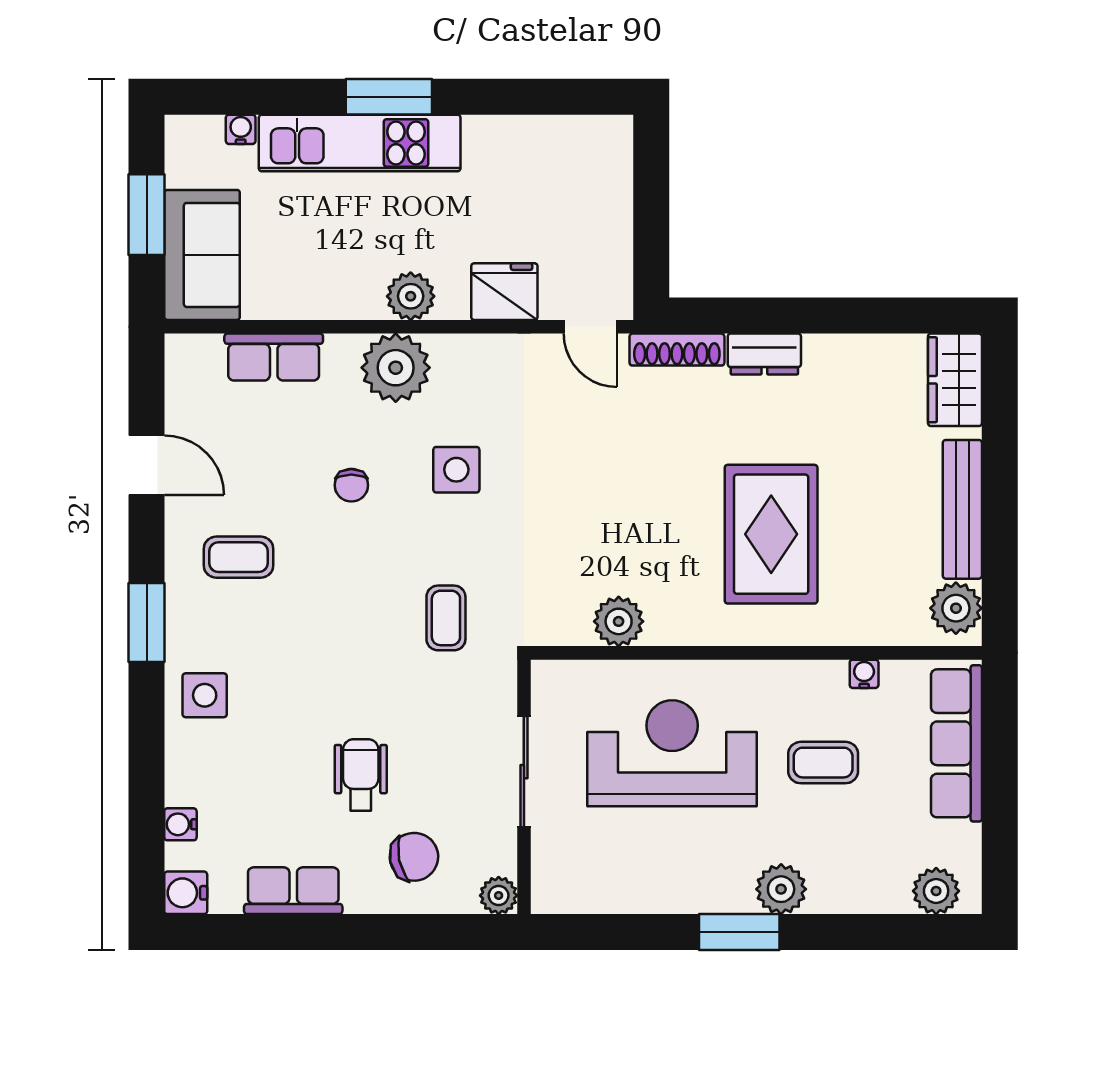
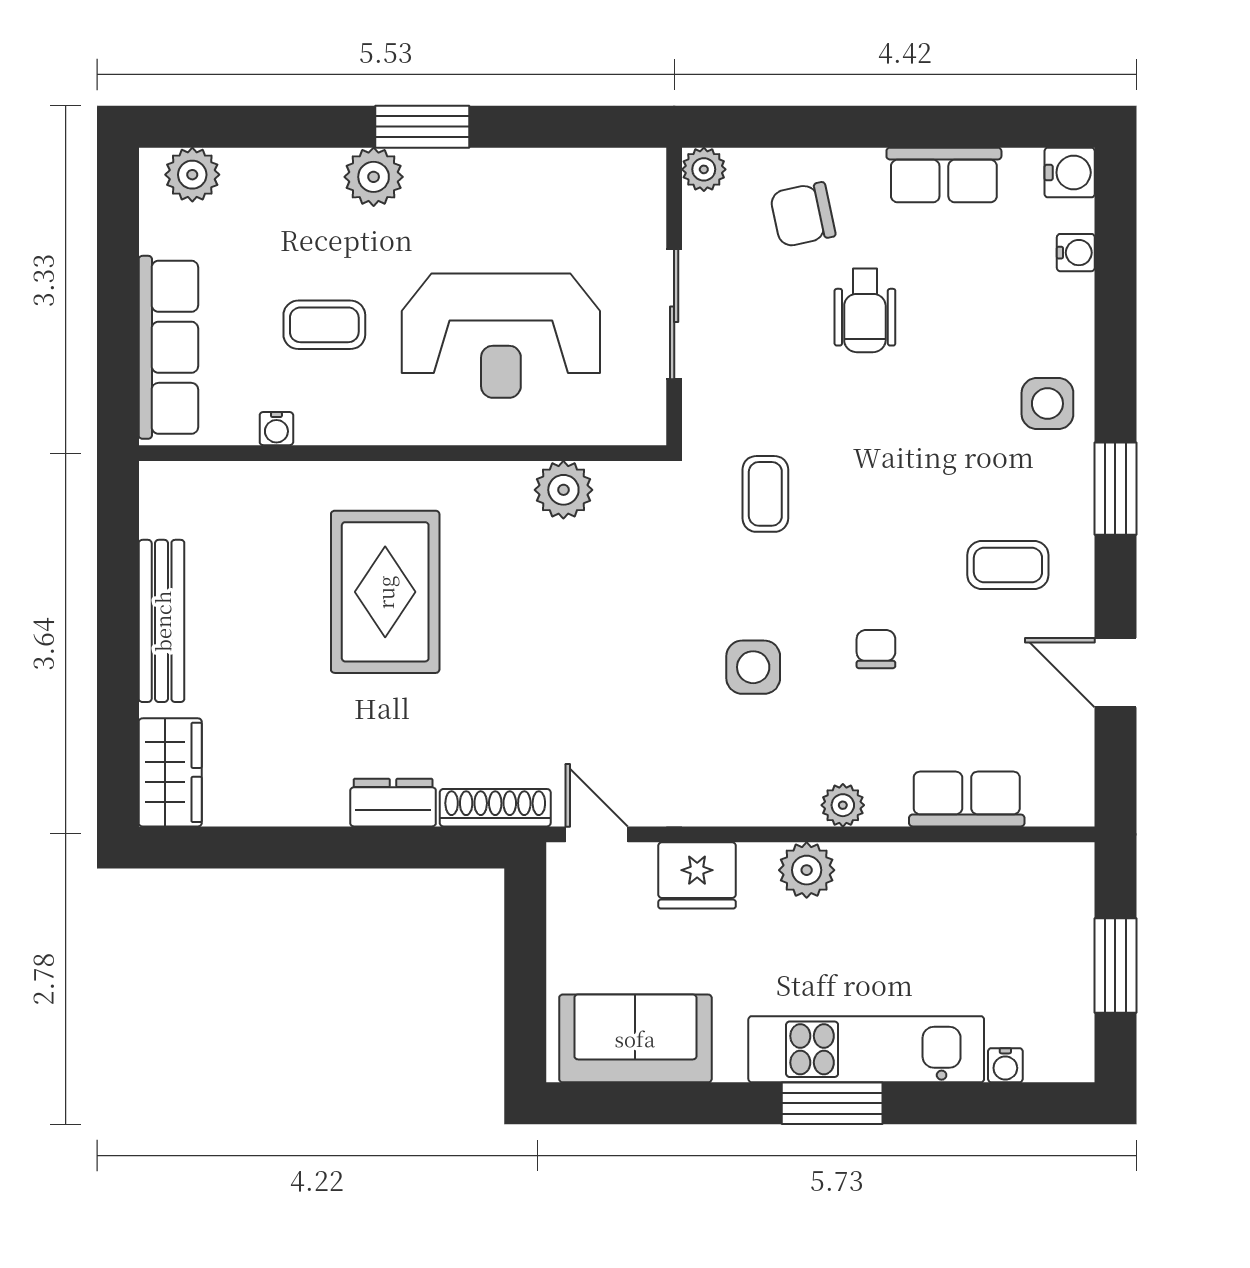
sofa: (202, 255) -> (635, 1038), moved, turned 90
plant: (396, 368) -> (843, 805), width x0.53, depth x0.53
plant: (956, 608) -> (169, 505), removed

